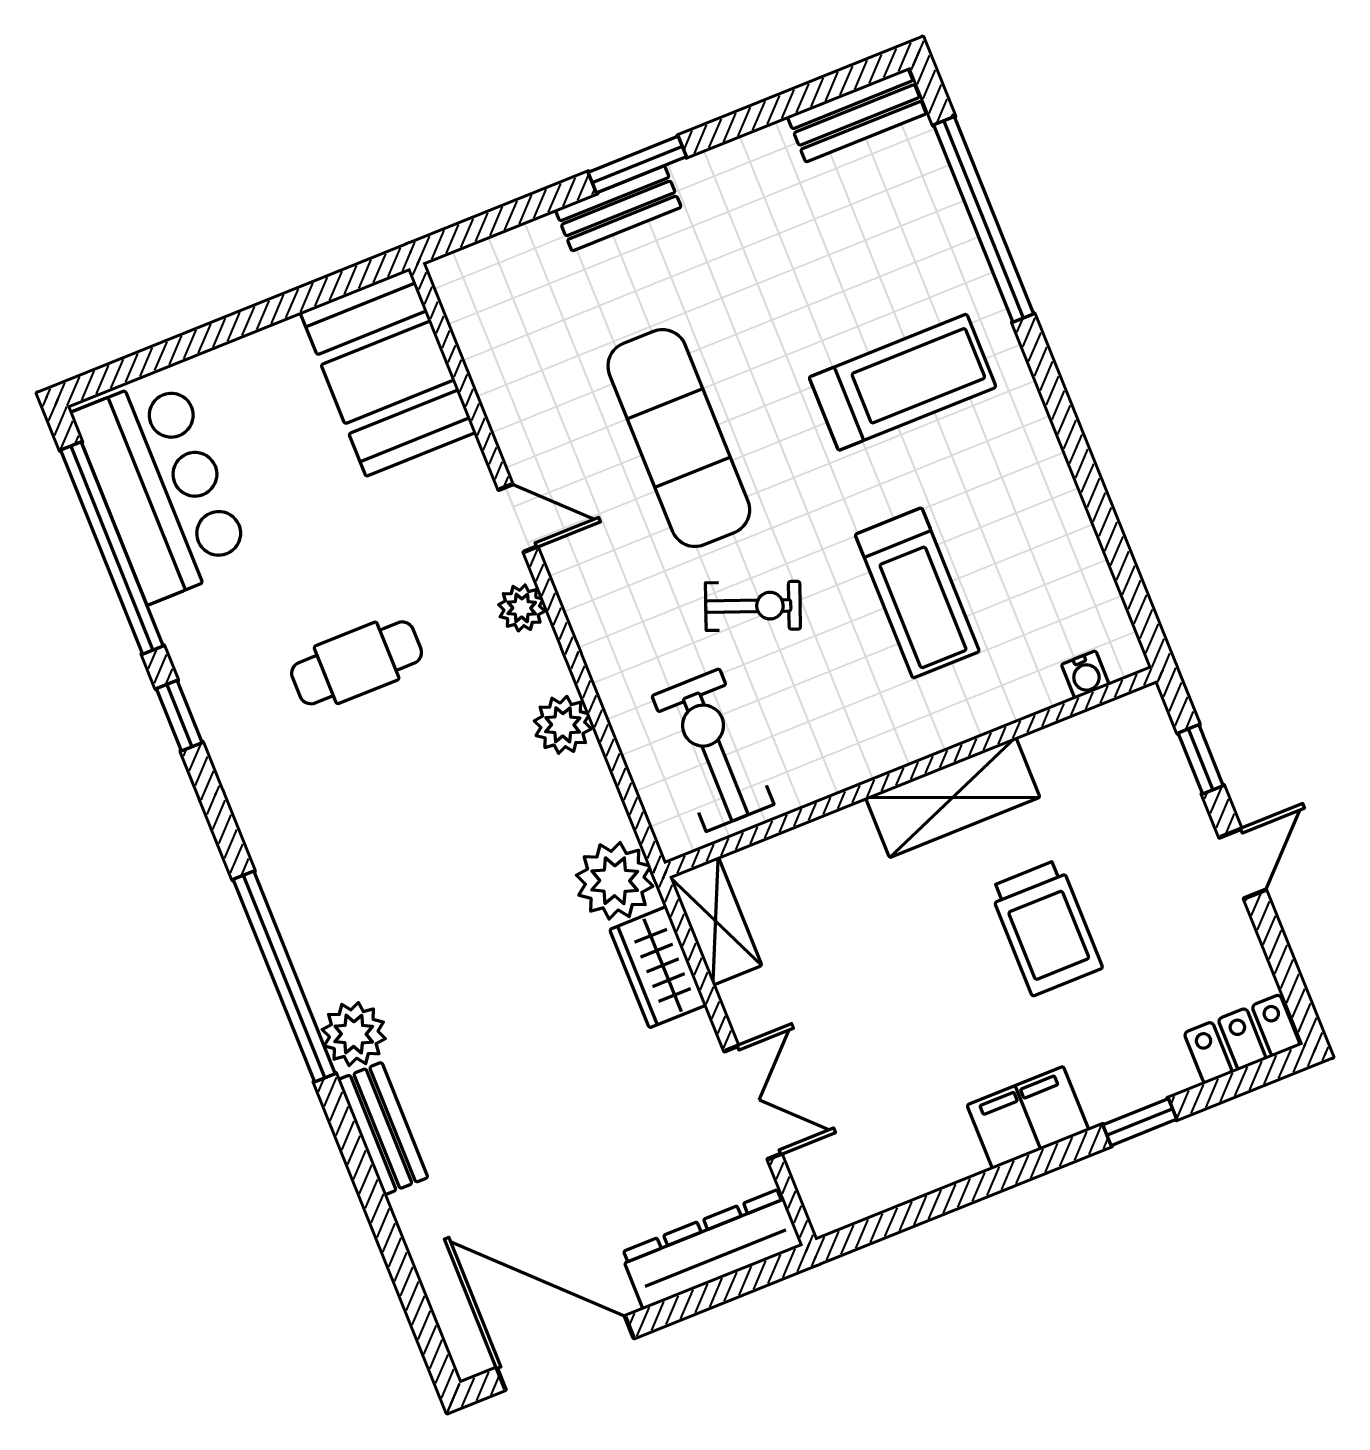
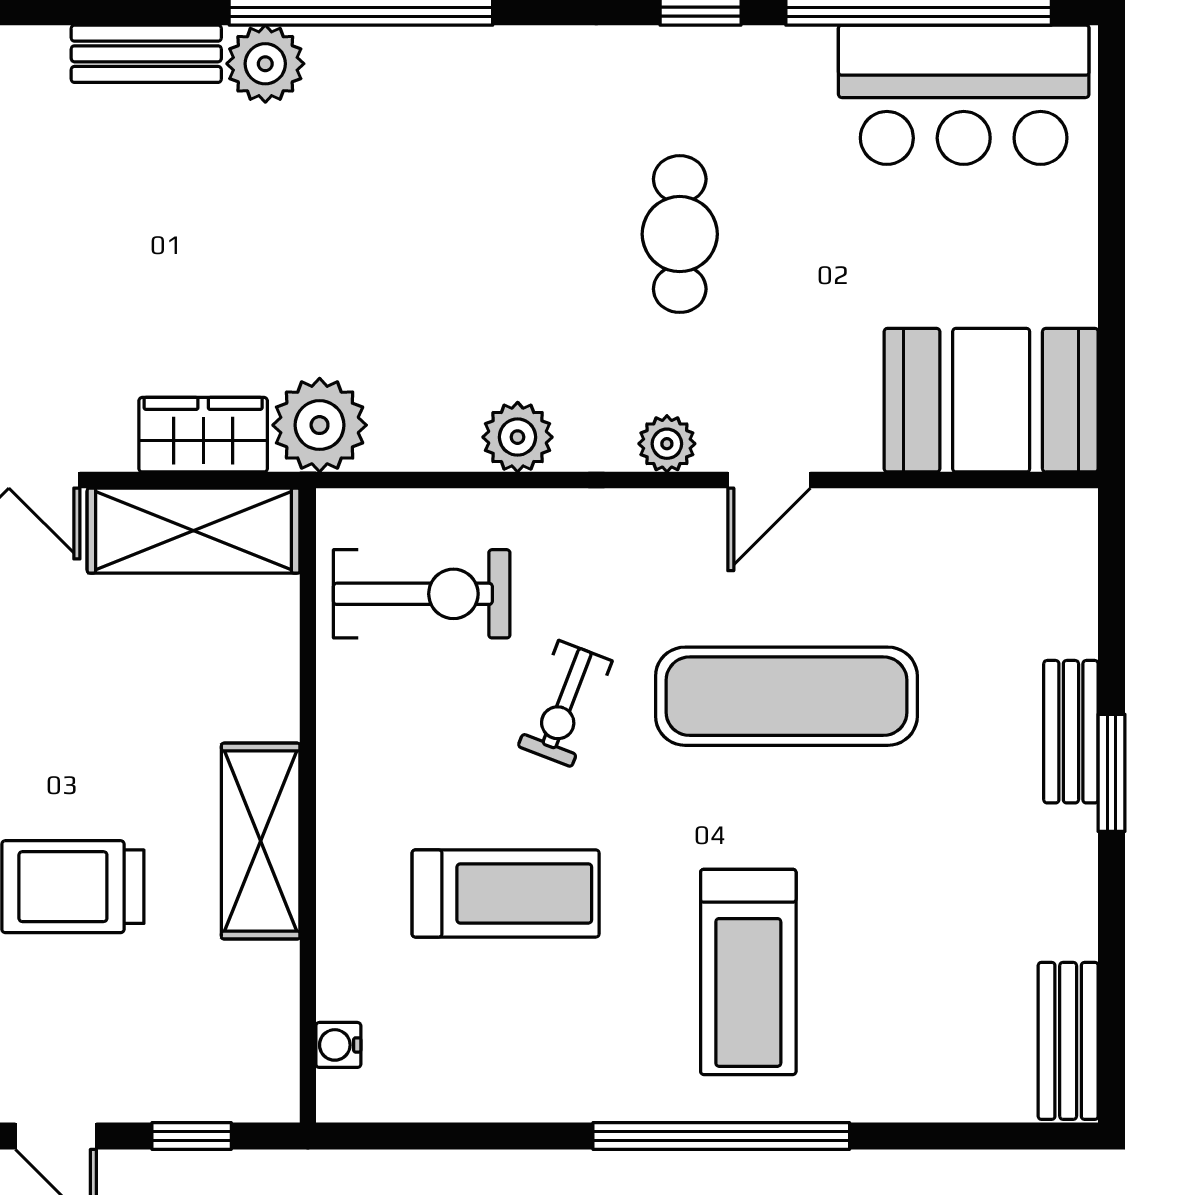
window: (984, 219) -> (721, 1136), moved
treadmill: (917, 593) -> (506, 893), turned 180
shelving: (716, 921) -> (194, 531), width x1.50, depth x1.33

